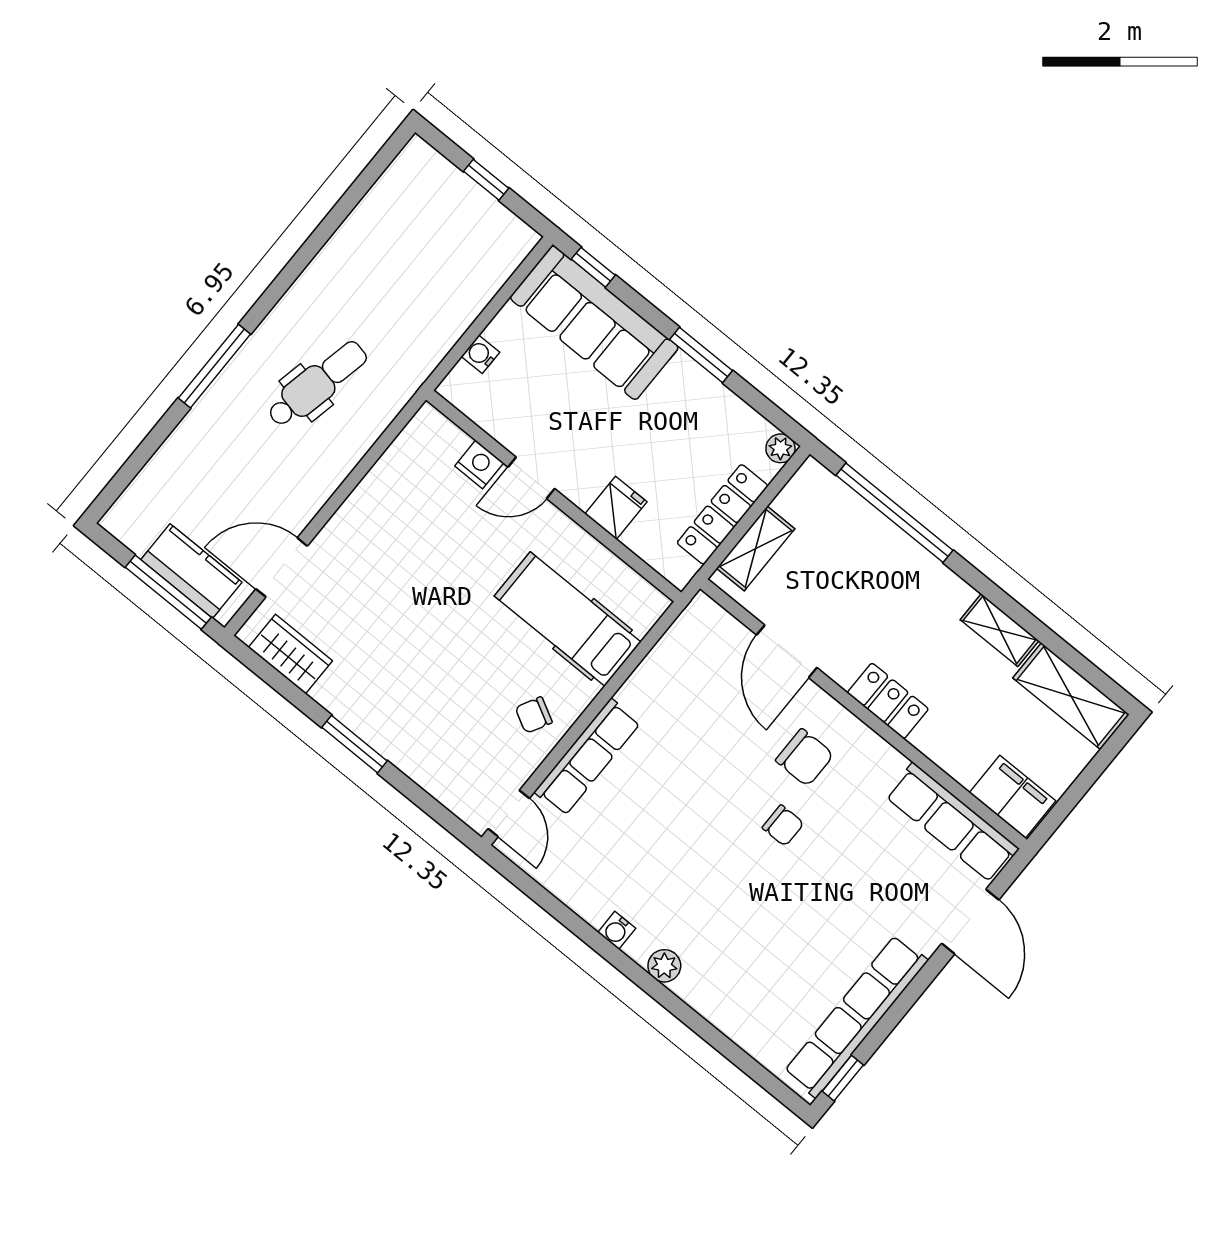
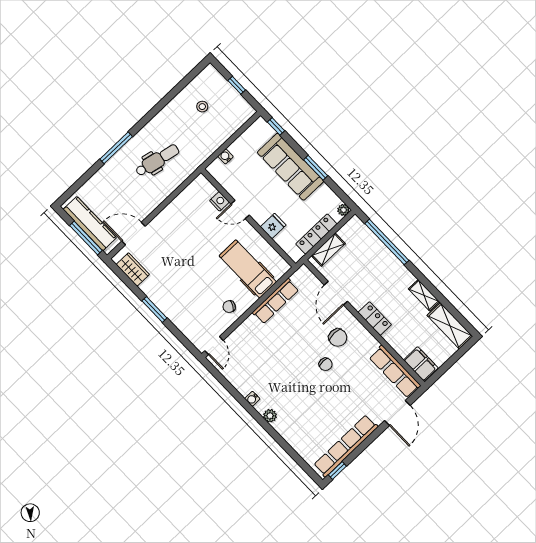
stool: (410, 241) -> (202, 107), added
sofa: (594, 323) -> (290, 167), moved
kitchen counter: (191, 571) -> (90, 224), width x1.50
row of seats: (588, 757) -> (276, 301), moved

